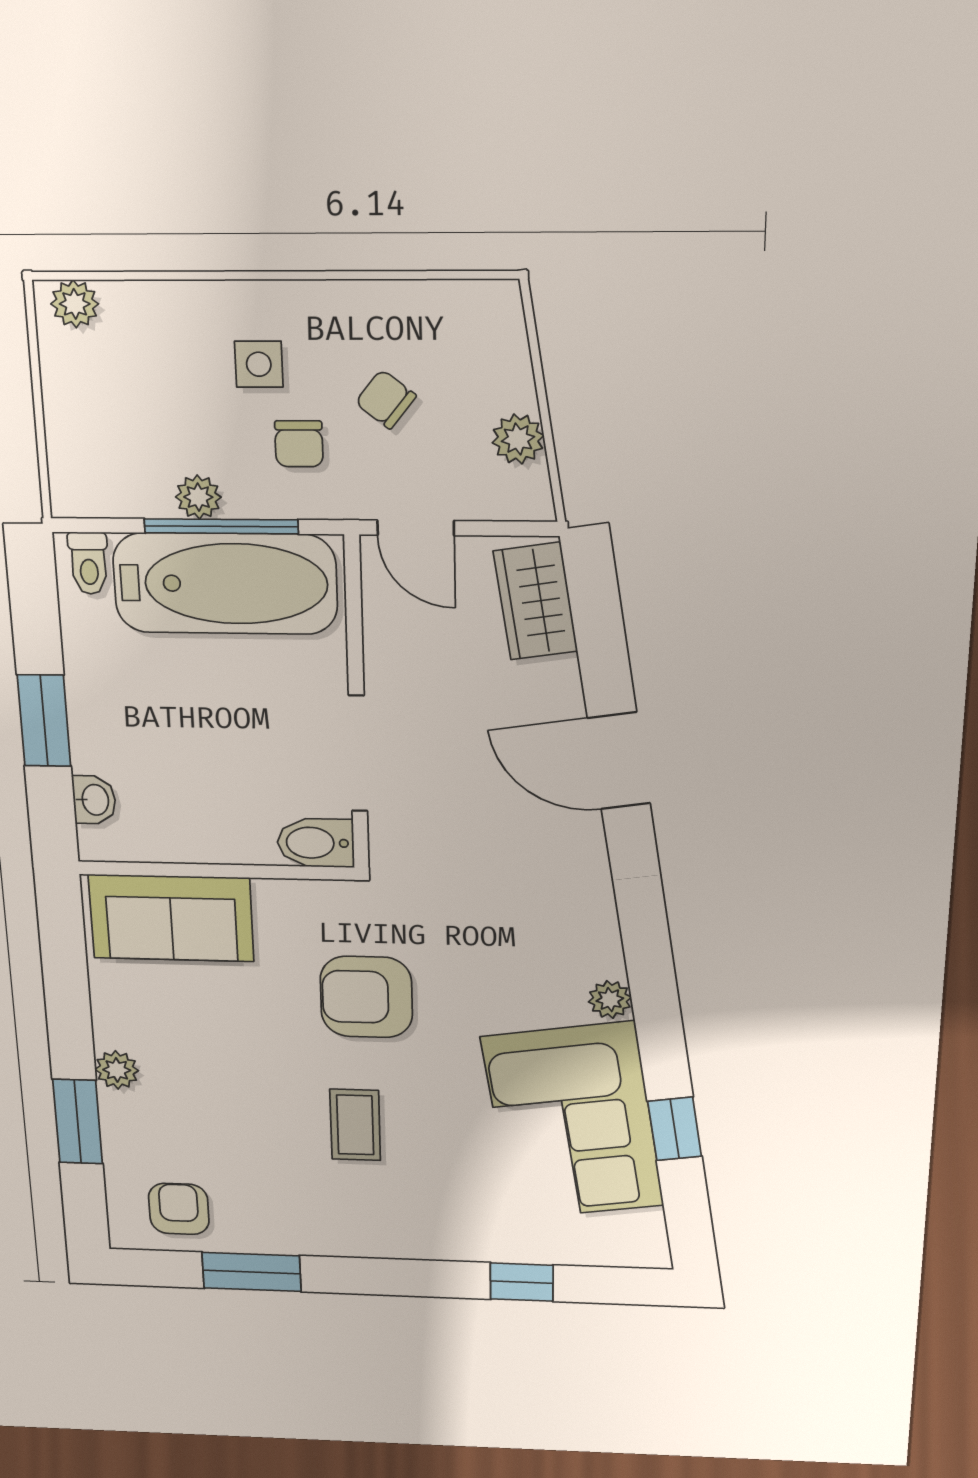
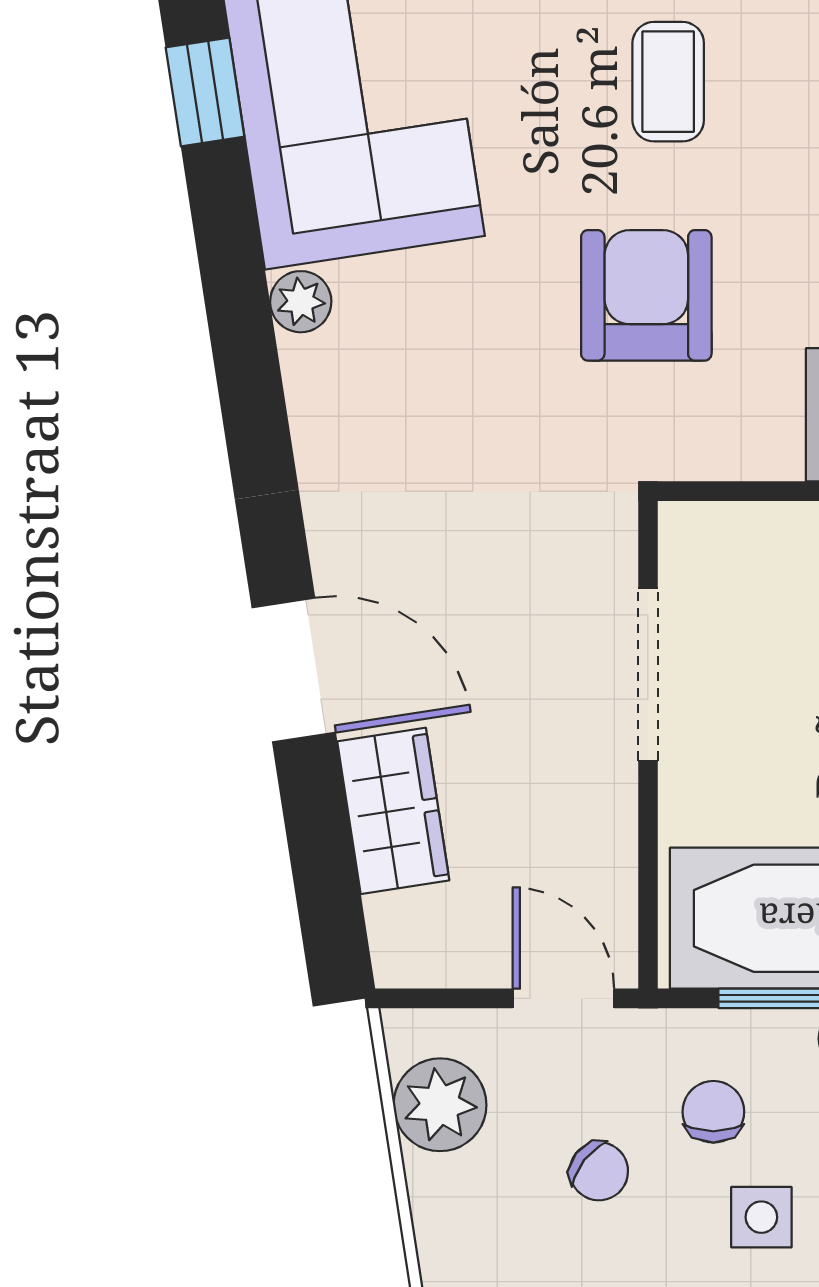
plant: (518, 439) -> (440, 1105), width x1.38, depth x1.38
wardrobe: (535, 601) -> (393, 811), moved
bidet: (316, 843) -> (711, 538), removed
armchair: (366, 997) -> (646, 295), turned -90

